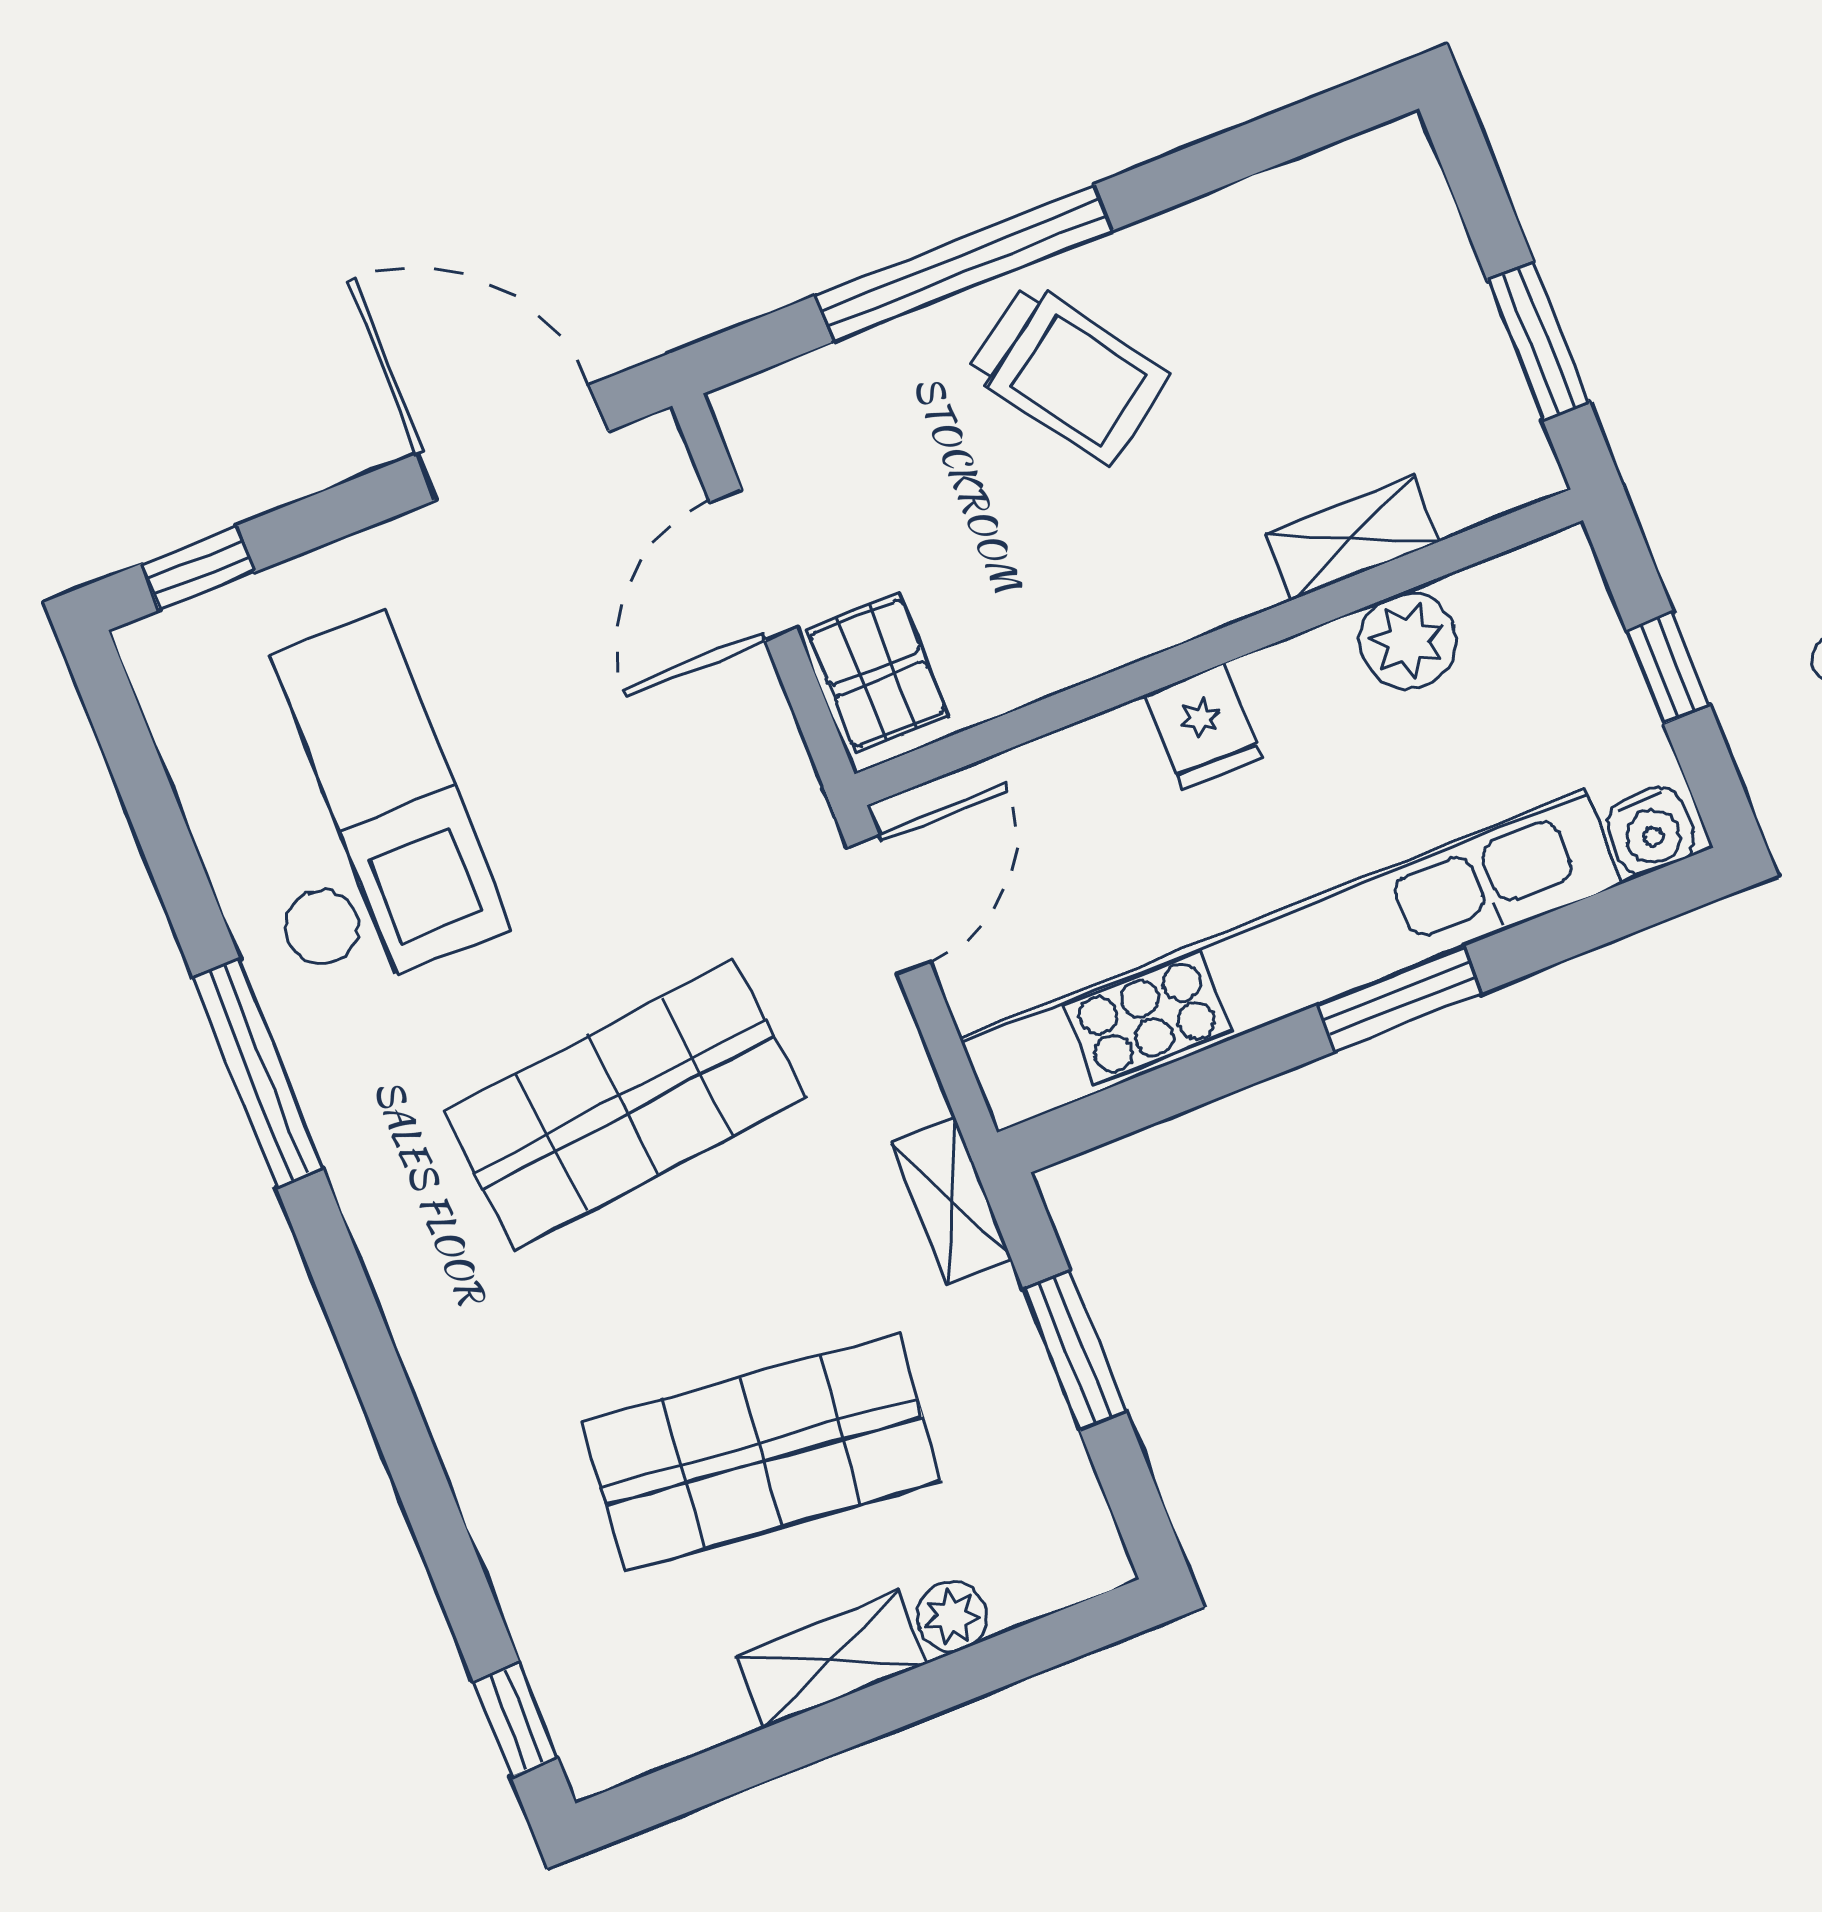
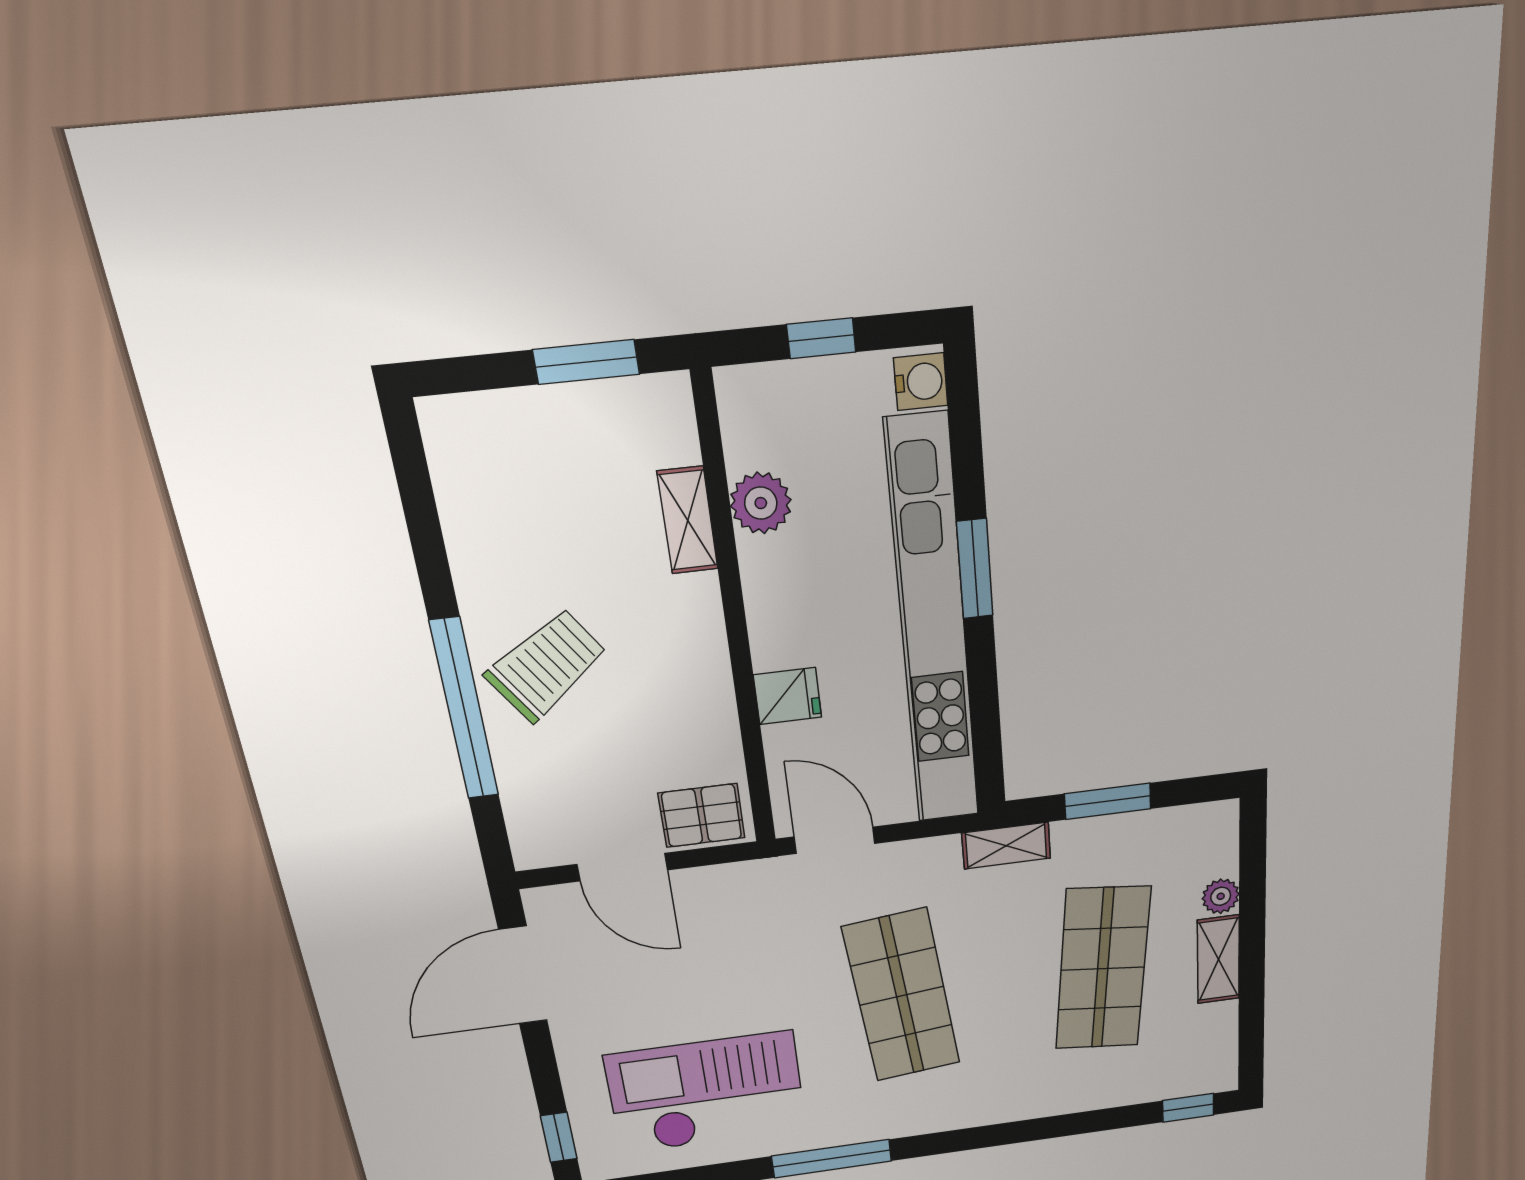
fridge: (1203, 726) -> (787, 696), moved

